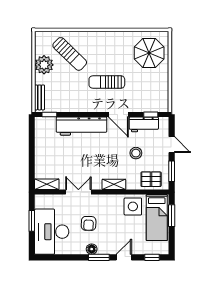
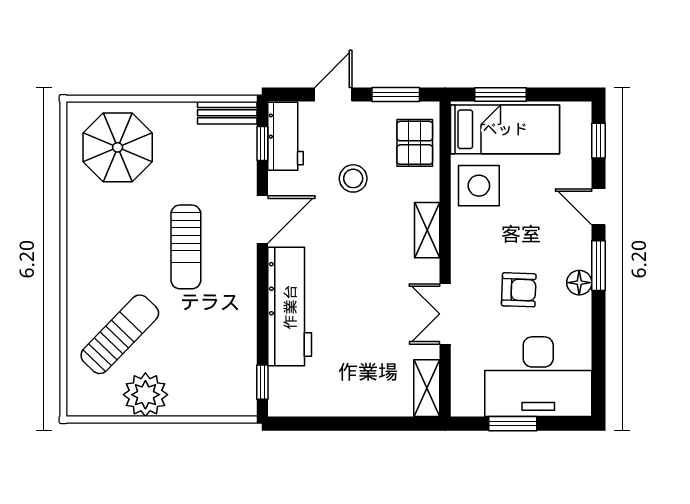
bench: (39, 97) -> (227, 113), moved
workbench: (144, 124) -> (286, 136), moved

